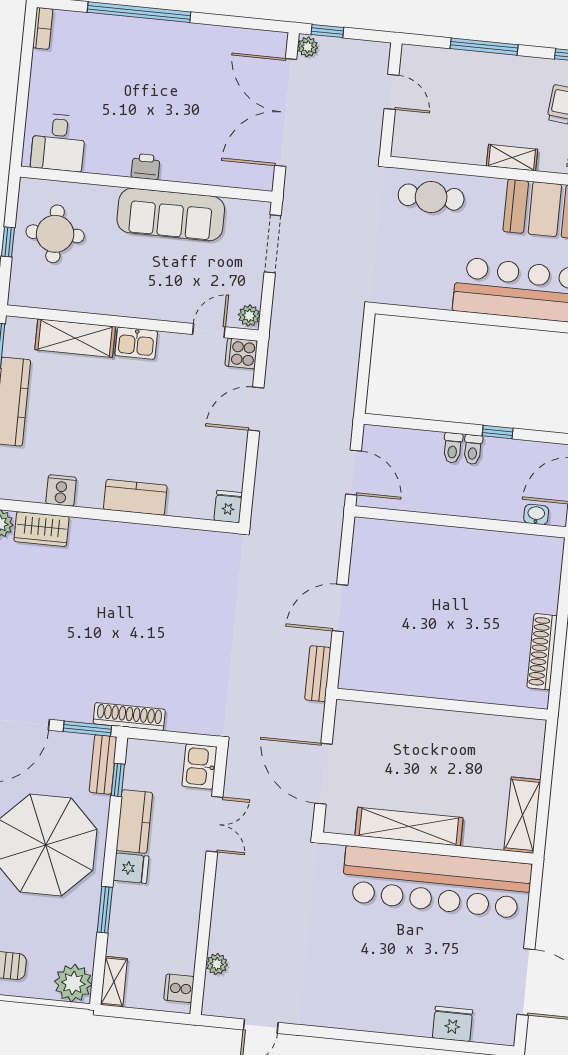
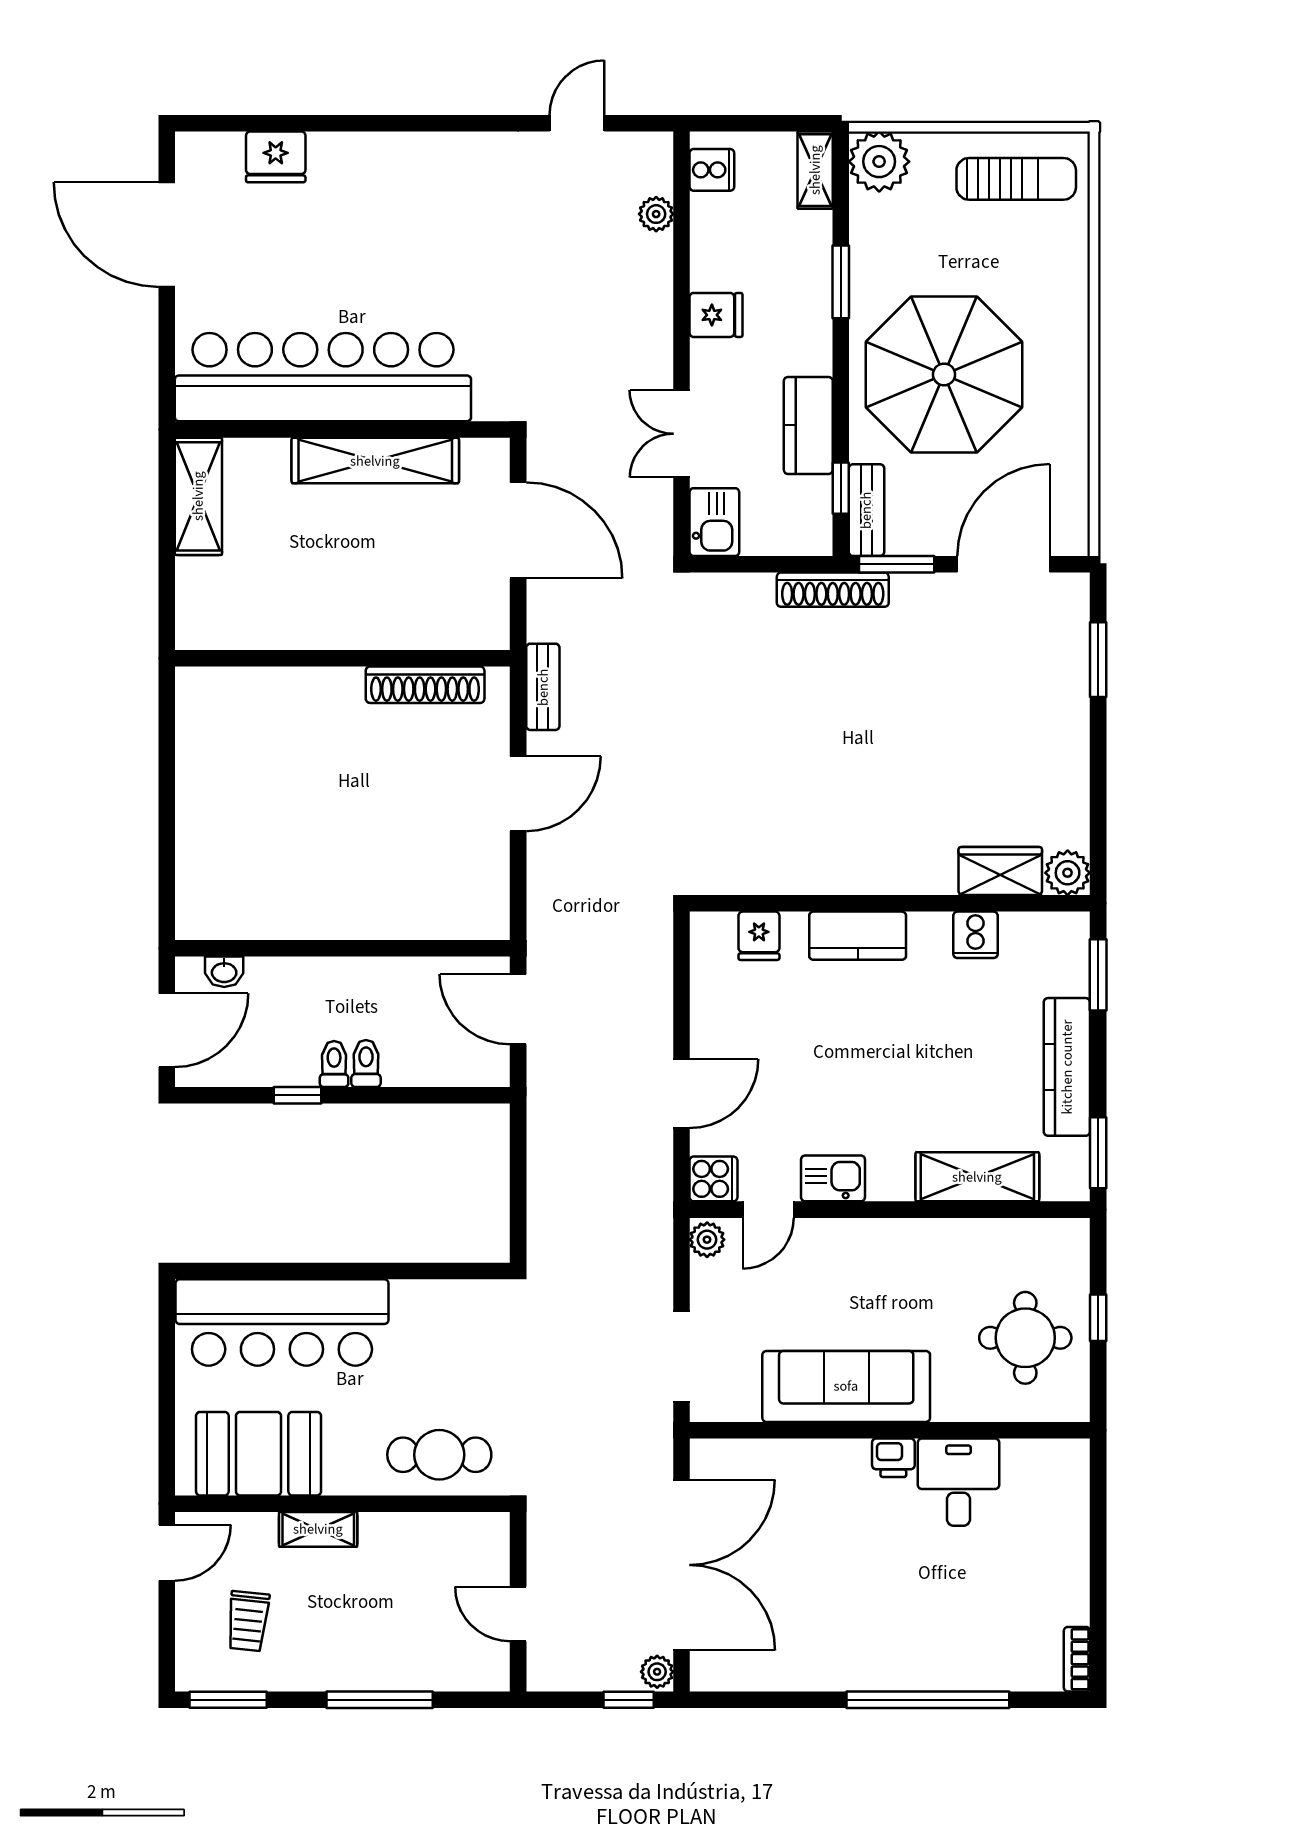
desk: (58, 142) -> (959, 1482), moved
kitchen sink: (136, 343) -> (833, 1178), moved
fridge: (228, 507) -> (759, 936), moved
shoe rack: (542, 652) -> (425, 685), moved, turned 90
fridge: (131, 868) -> (716, 315), moved, turned 180

